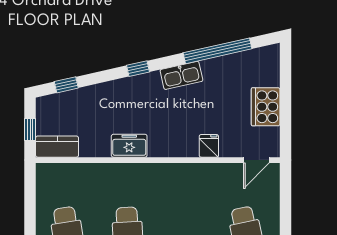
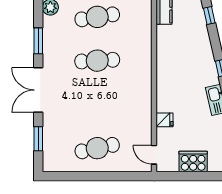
freezer: (129, 146) -> (165, 62), removed

